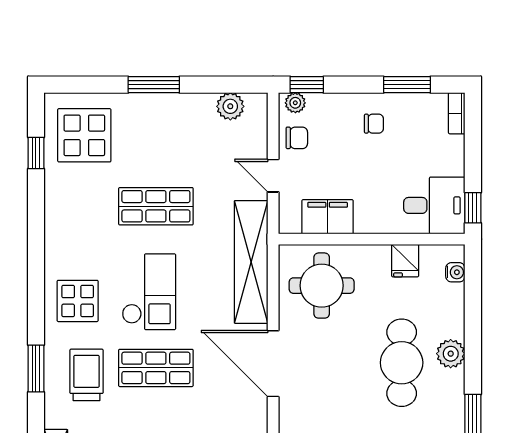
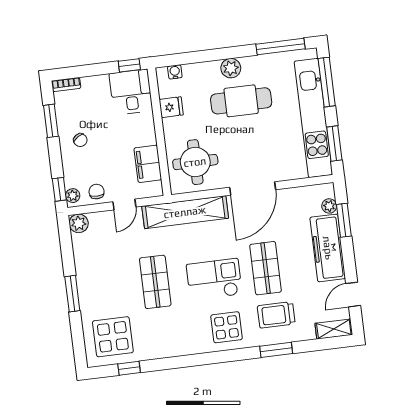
plant: (230, 106) -> (79, 223), moved
chair: (374, 124) -> (80, 140), turned 147

